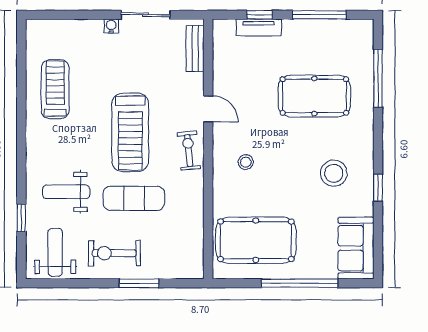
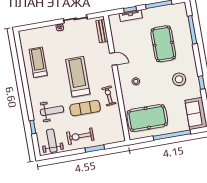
pool table: (314, 96) -> (163, 44), turned 90
treadmill: (130, 132) -> (78, 77), turned 180
exercise bike: (189, 151) -> (109, 96), moved
weight bench: (66, 192) -> (52, 111), turned 180

